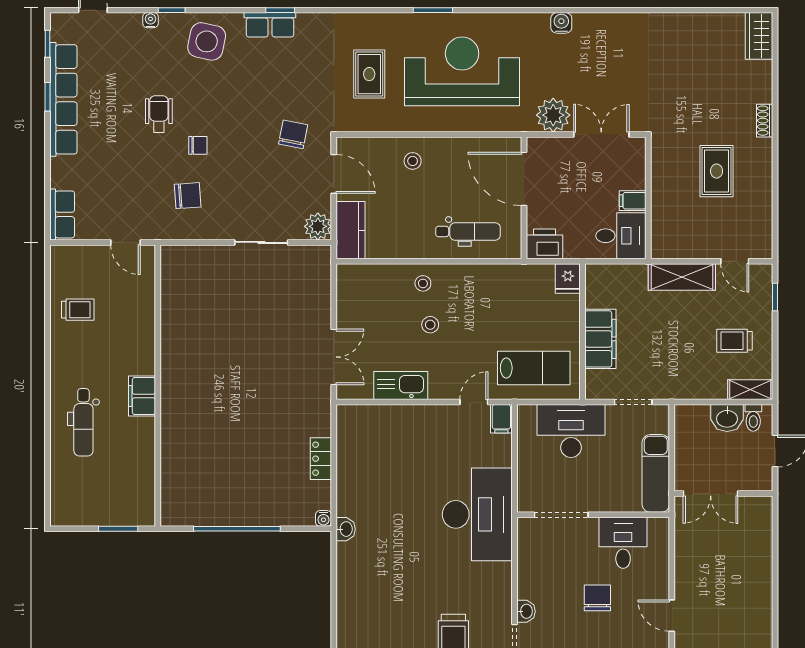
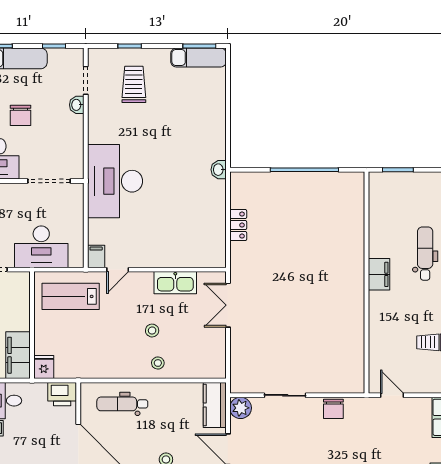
chair: (188, 196) -> (333, 409), moved, turned -86
filing cabinet: (600, 339) -> (18, 355), moved
water cooler: (324, 518) -> (236, 178), removed

